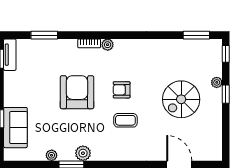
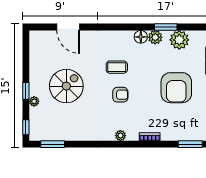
plant: (108, 45) -> (120, 136), moved
armchair: (77, 92) -> (176, 88), moved
floor lamp: (99, 154) -> (141, 37), added
plant: (52, 155) -> (179, 40), width x1.88, depth x1.88

